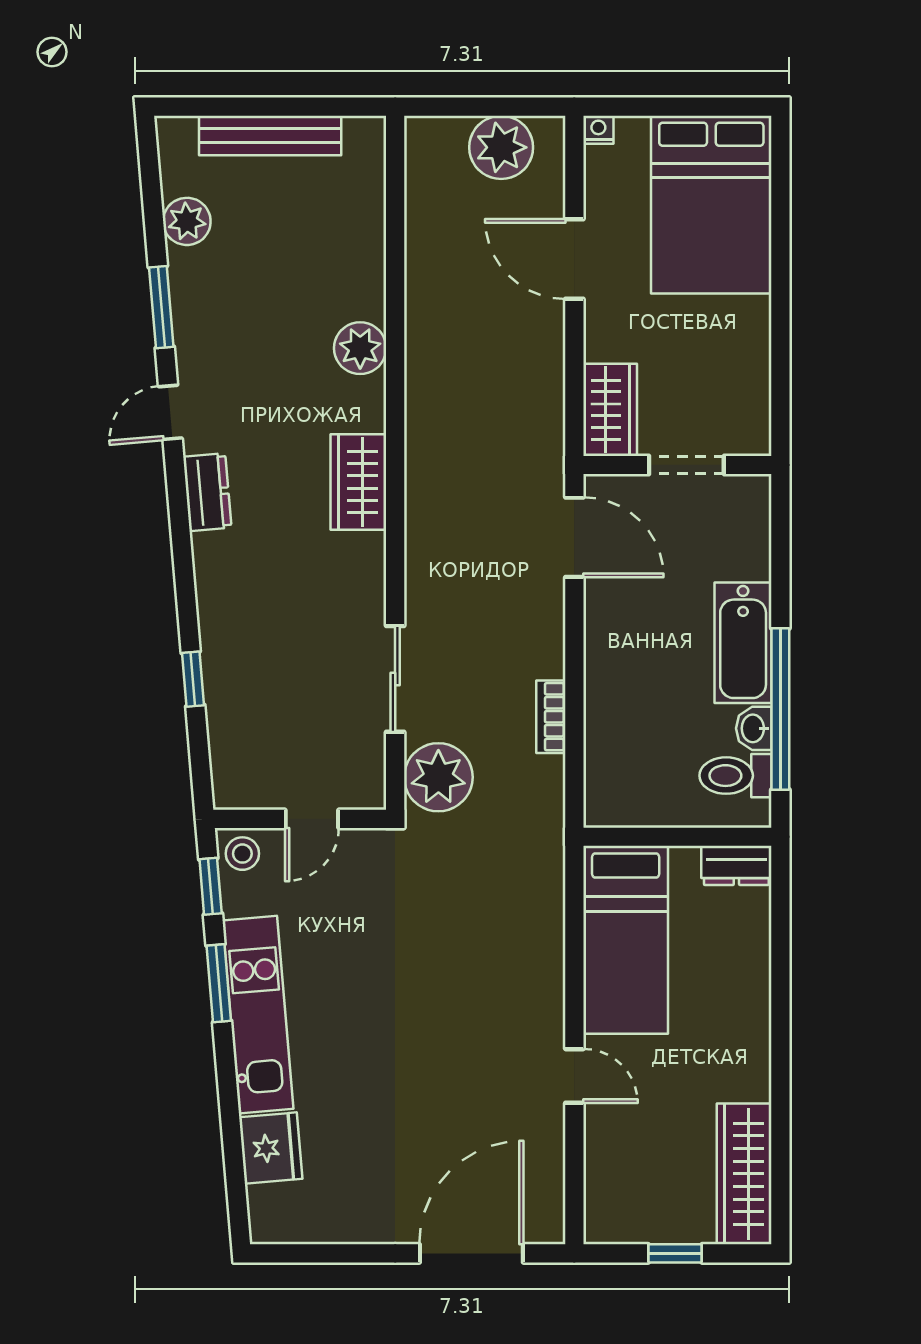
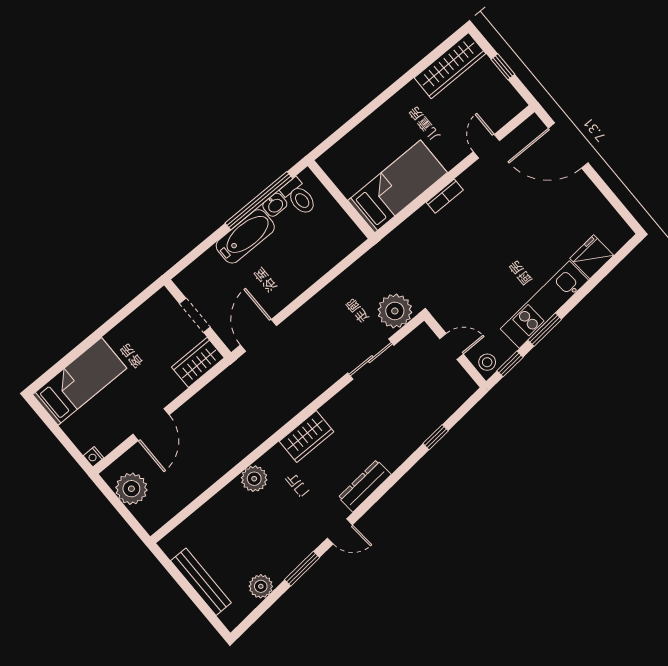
bed: (711, 205) -> (80, 381), width x0.67
dresser: (207, 492) -> (365, 486), width x1.44
bookcase: (551, 717) -> (445, 196), moved
dresser: (736, 865) -> (333, 168), removed
door: (574, 1076) -> (486, 146), moved

